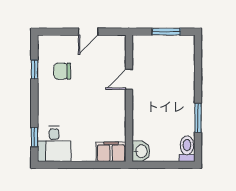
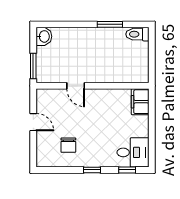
window: (166, 32) -> (33, 66), moved
window: (34, 69) -> (92, 170), moved
washbasin: (141, 151) -> (44, 36), moved, turned 90

